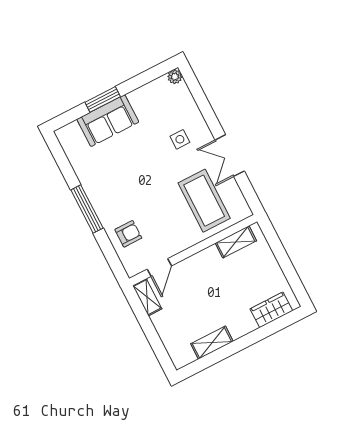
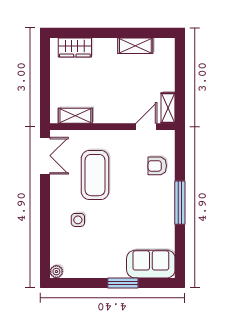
sofa: (108, 121) -> (151, 264), moved
double door: (230, 155) -> (45, 156), moved
coffee table: (204, 201) -> (95, 175), moved

